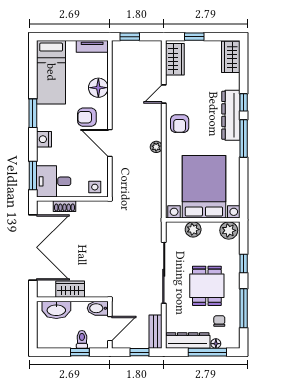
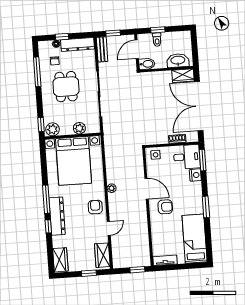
floor lamp: (98, 88) -> (158, 230), removed
nightstand: (44, 139) -> (195, 175), moved
window: (244, 263) -> (41, 125), moved
wardrobe: (70, 289) -> (183, 76), moved
window: (207, 352) -> (62, 37), width x0.46

